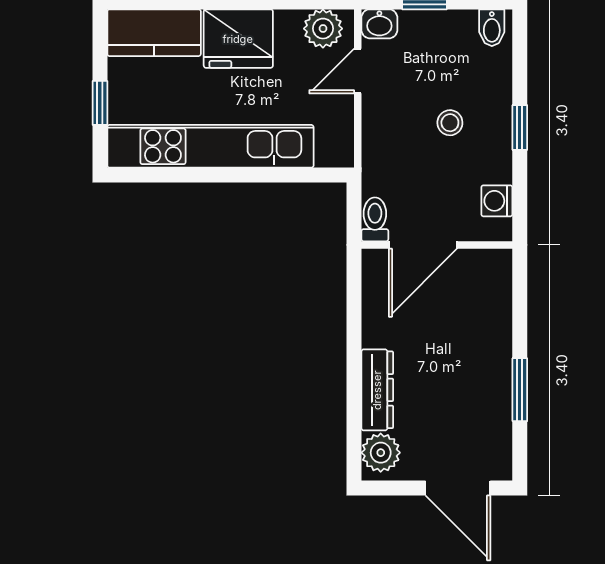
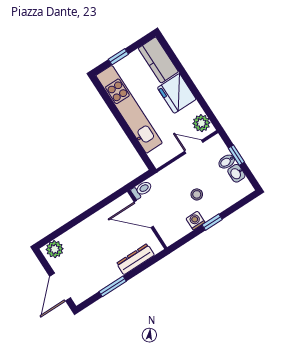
washbasin: (379, 24) -> (236, 173), moved
bidet: (492, 28) -> (227, 162), moved
washing machine: (497, 201) -> (195, 220), moved
dresser: (377, 390) -> (135, 259), moved, turned 180

